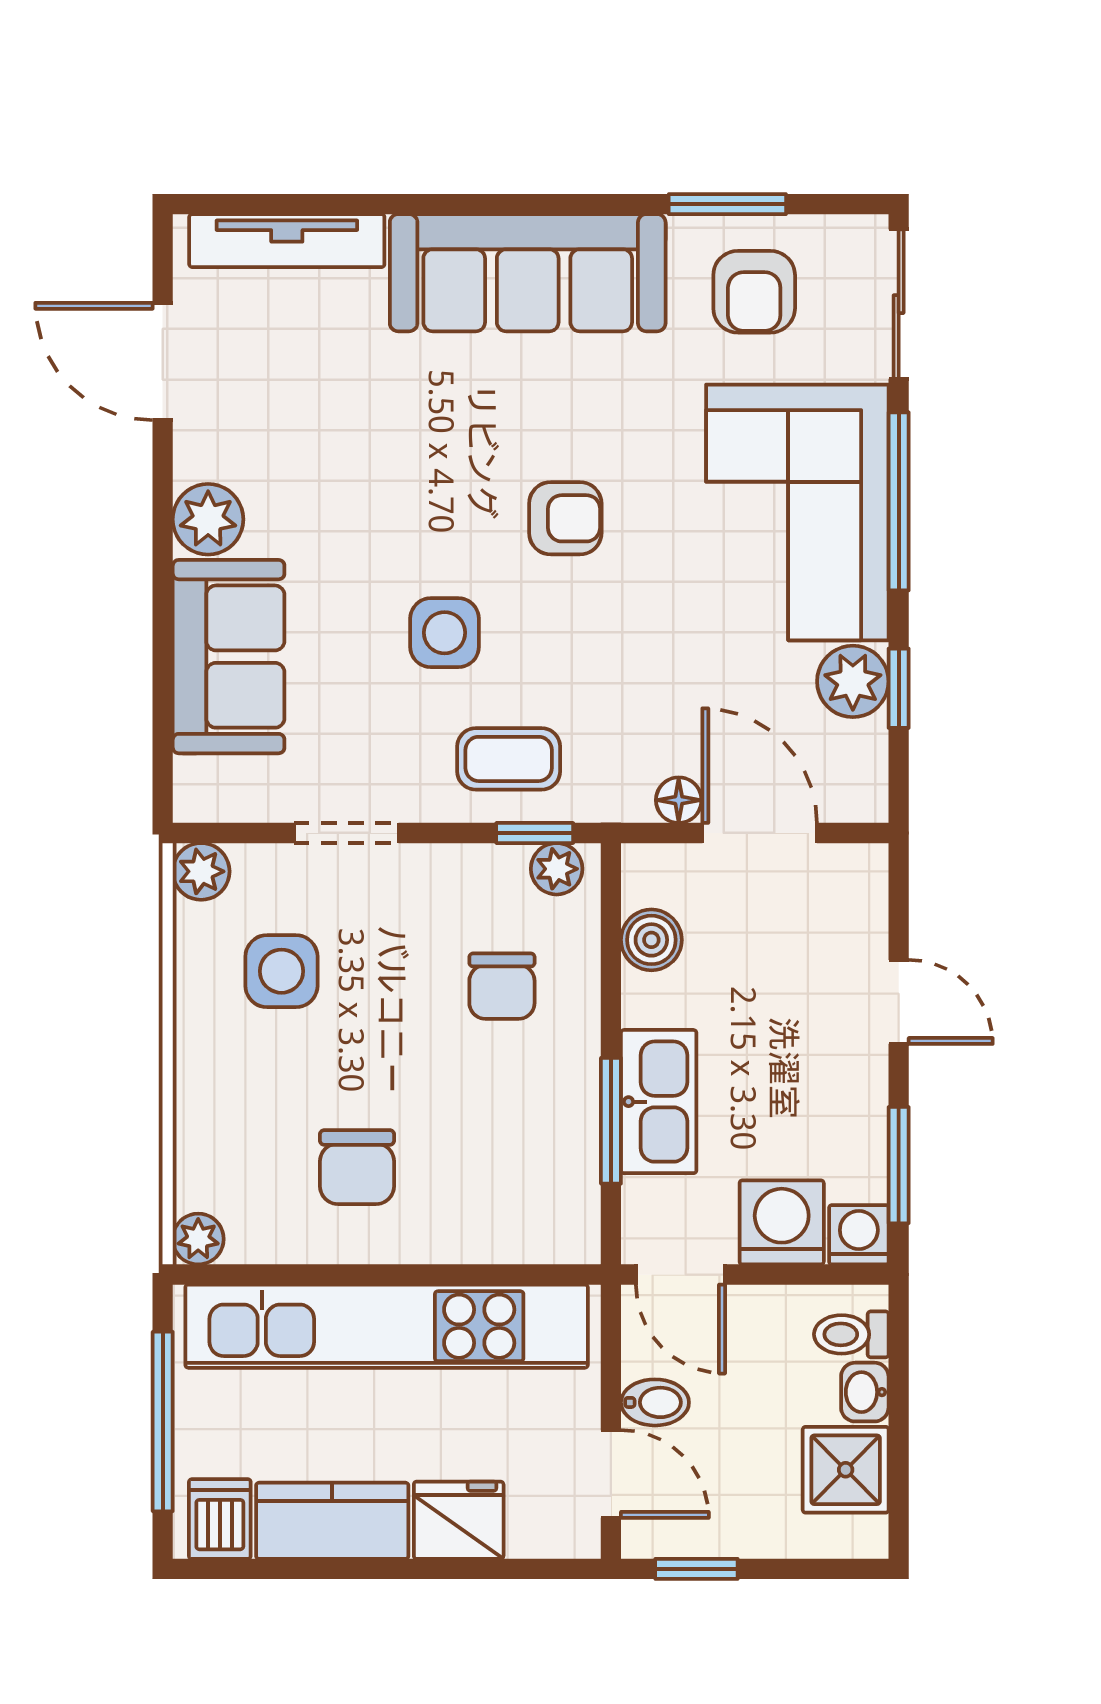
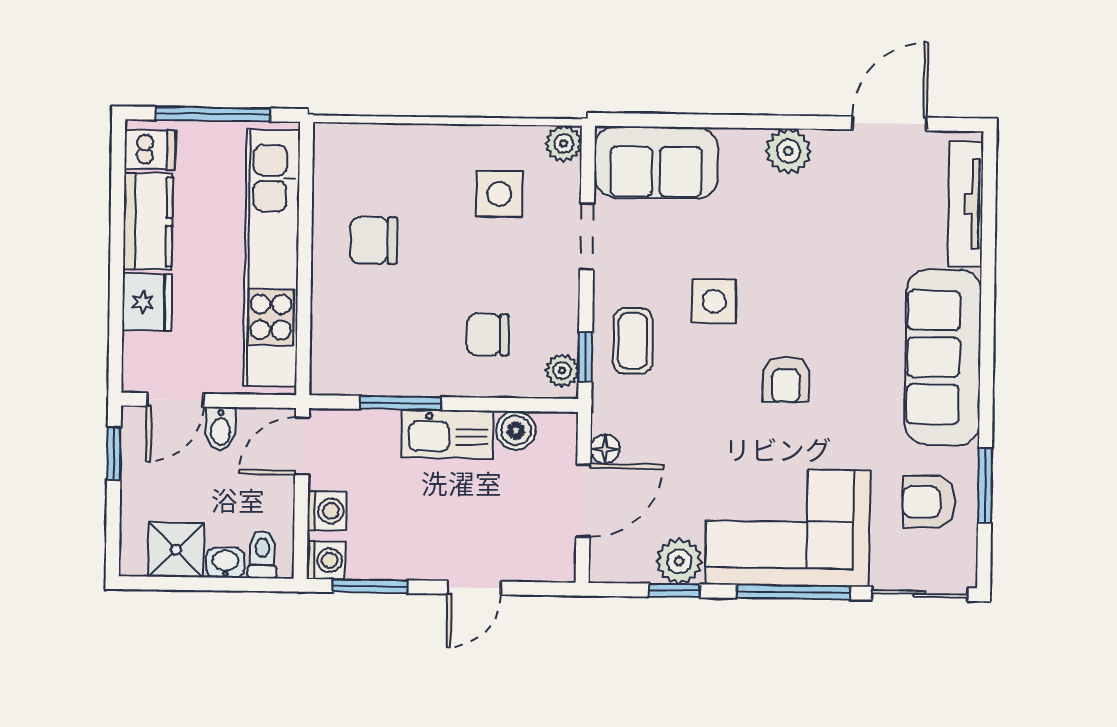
sofa: (229, 657) -> (656, 162), moved
kitchen sink: (659, 1102) -> (447, 434), moved
washing machine: (782, 1222) -> (327, 511), width x0.73, depth x0.73
plant: (198, 1239) -> (329, 138), removed

